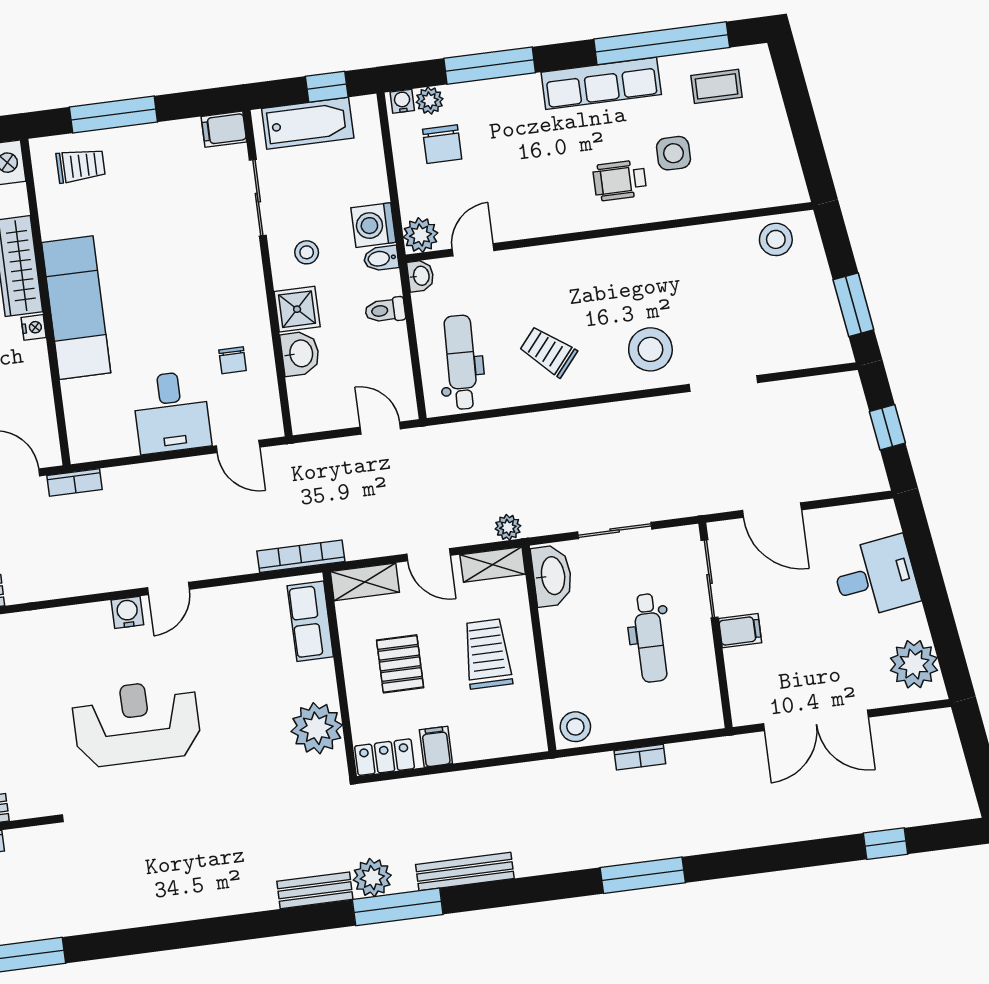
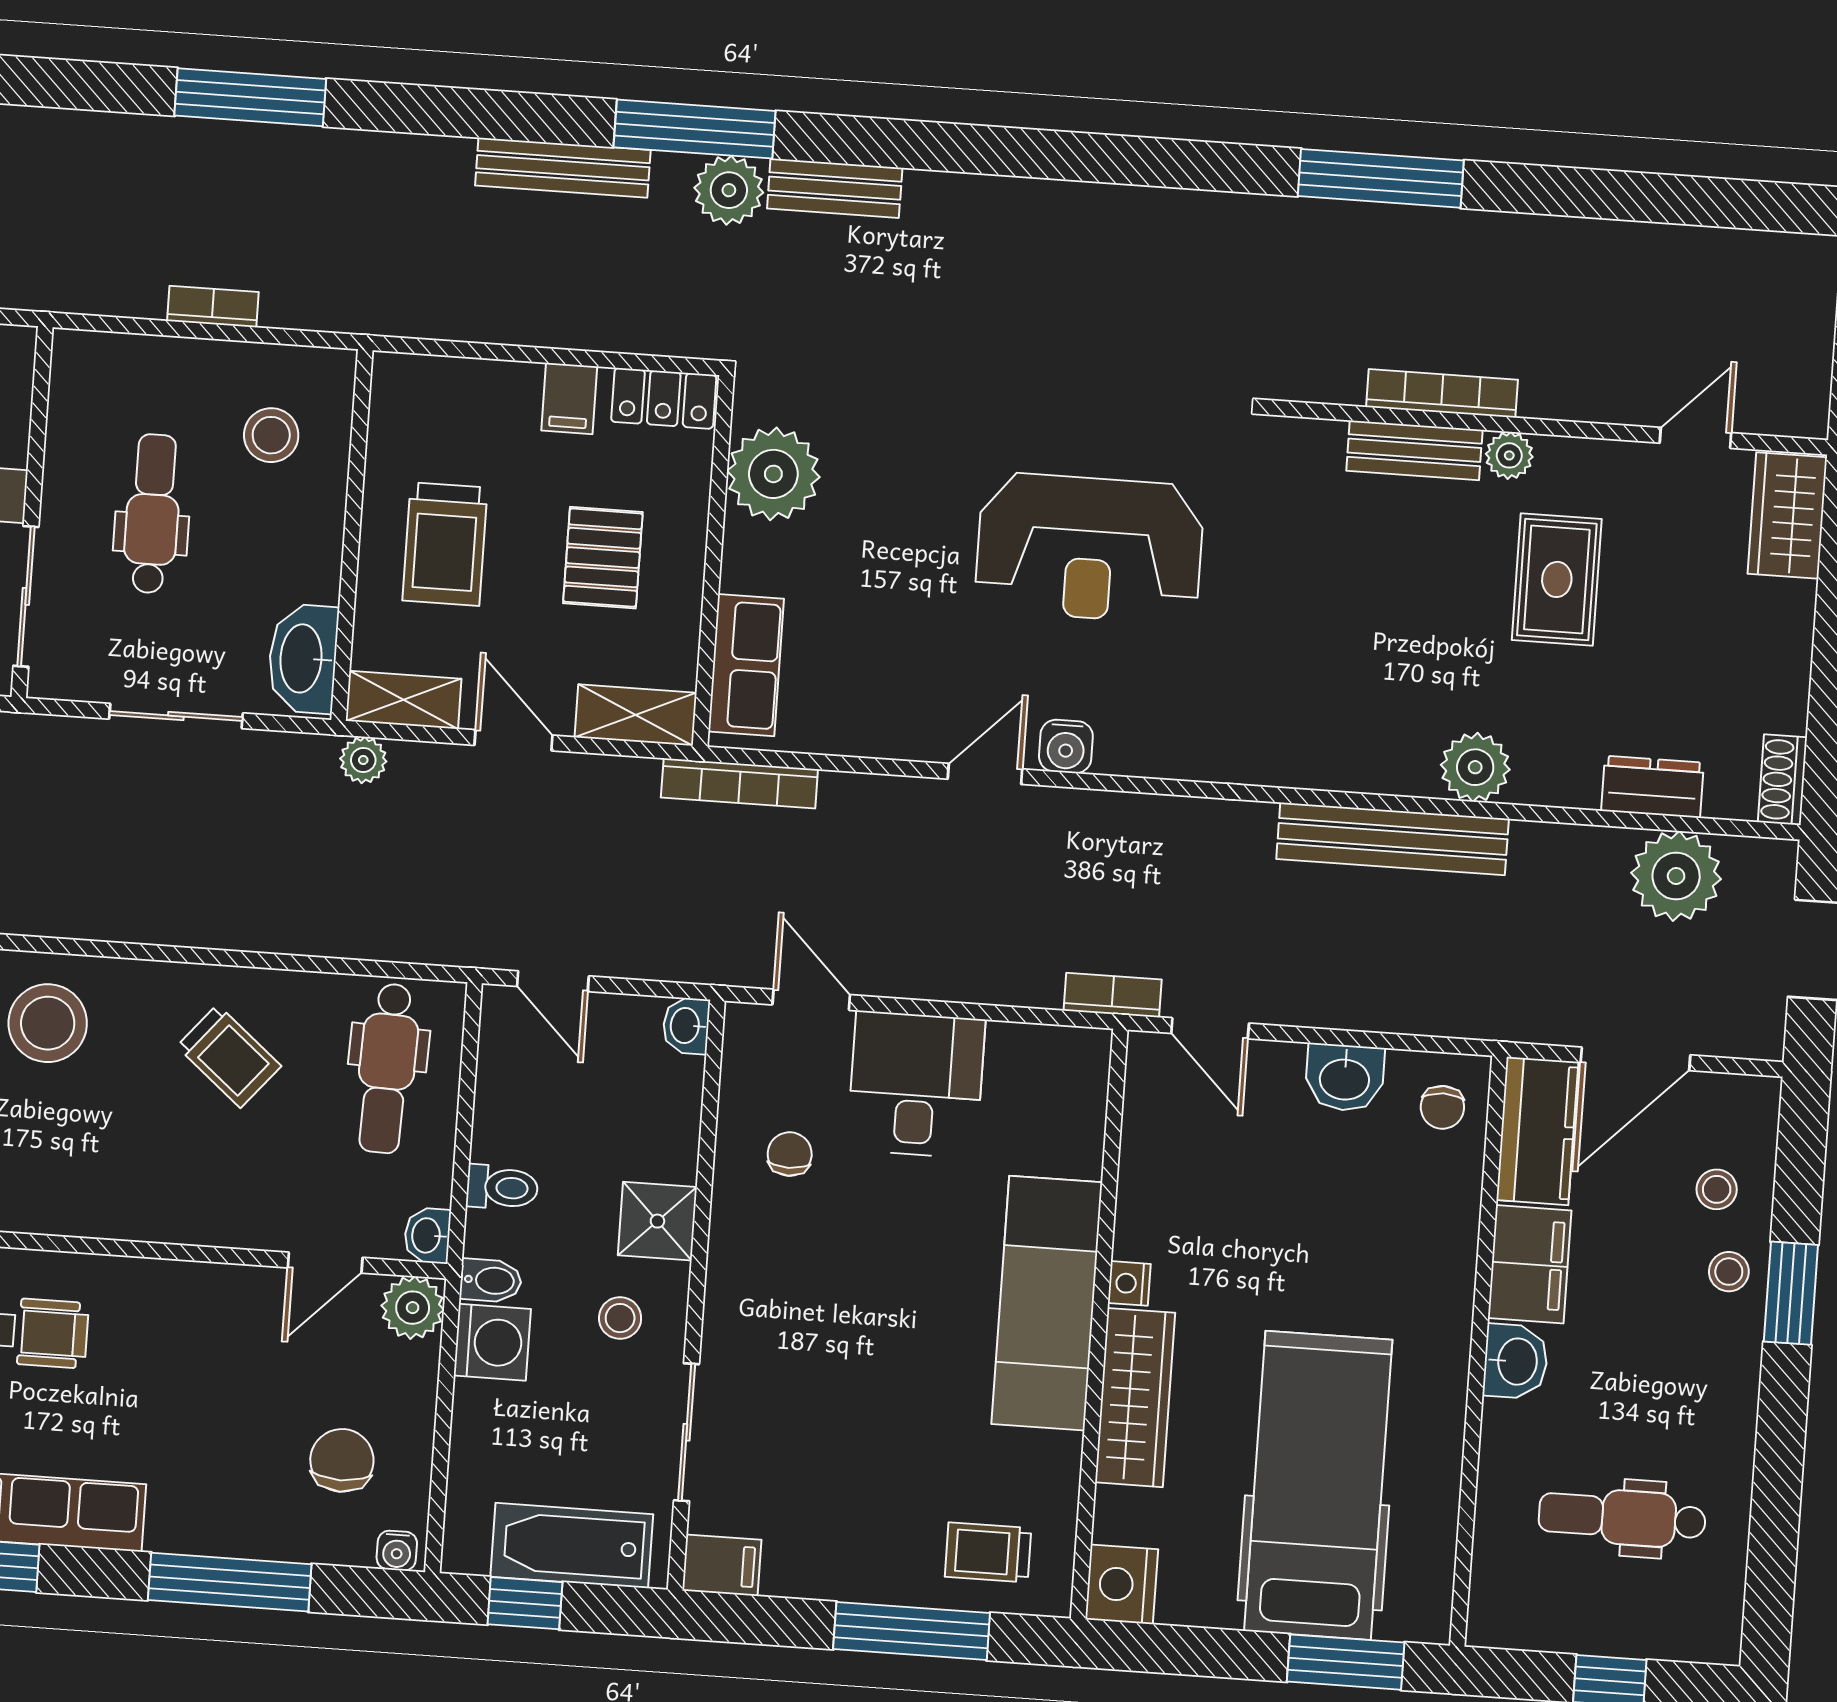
plant: (430, 100) -> (348, 1542), removed
washbasin: (300, 354) -> (686, 1026), moved, width x0.72, depth x0.69
stool: (575, 727) -> (271, 435), moved

